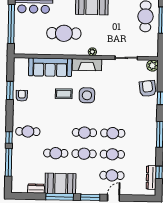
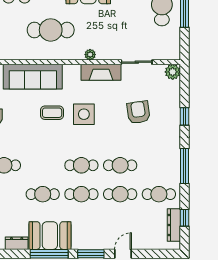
fireplace: (87, 65) -> (101, 72), moved
armchair: (148, 89) -> (138, 112), moved
cafe table: (112, 175) -> (159, 194), moved

